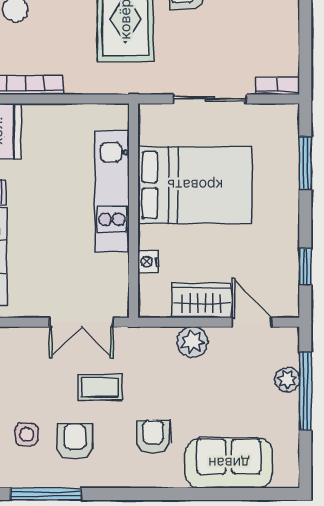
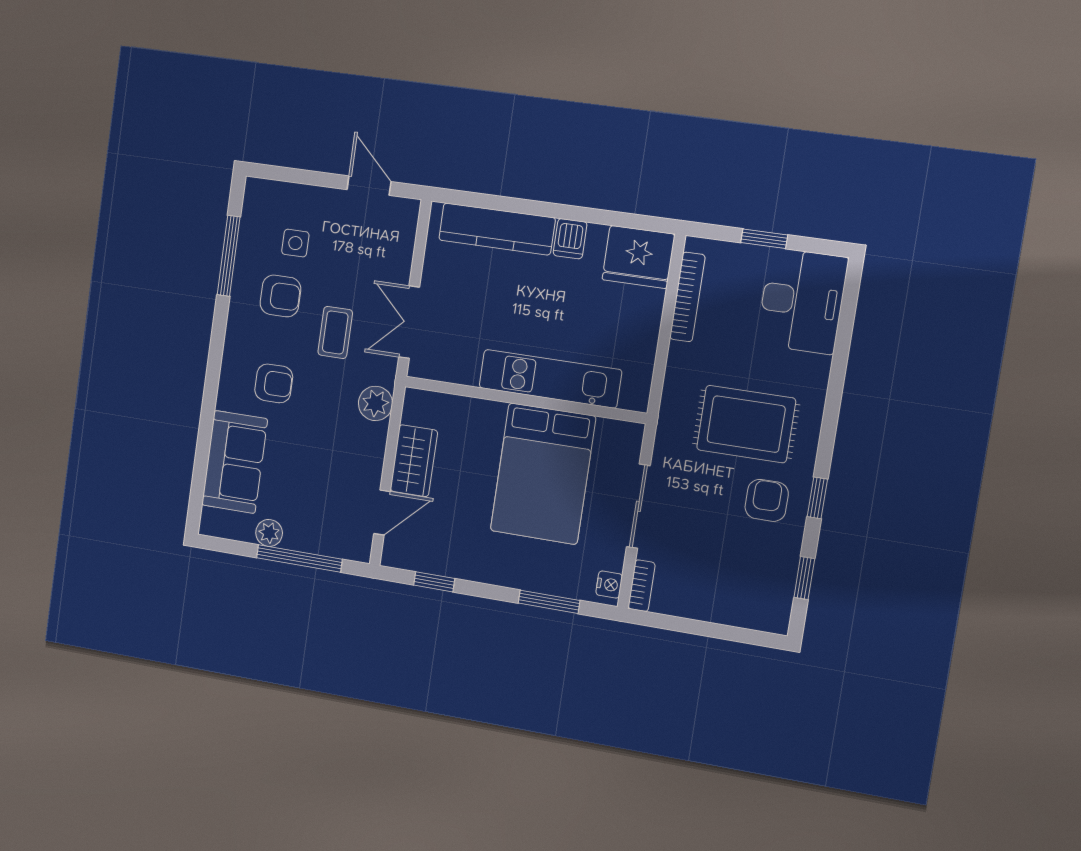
nightstand: (148, 262) -> (609, 585), moved, turned 90
plant: (192, 342) -> (375, 403), moved
plant: (287, 380) -> (269, 533), moved

